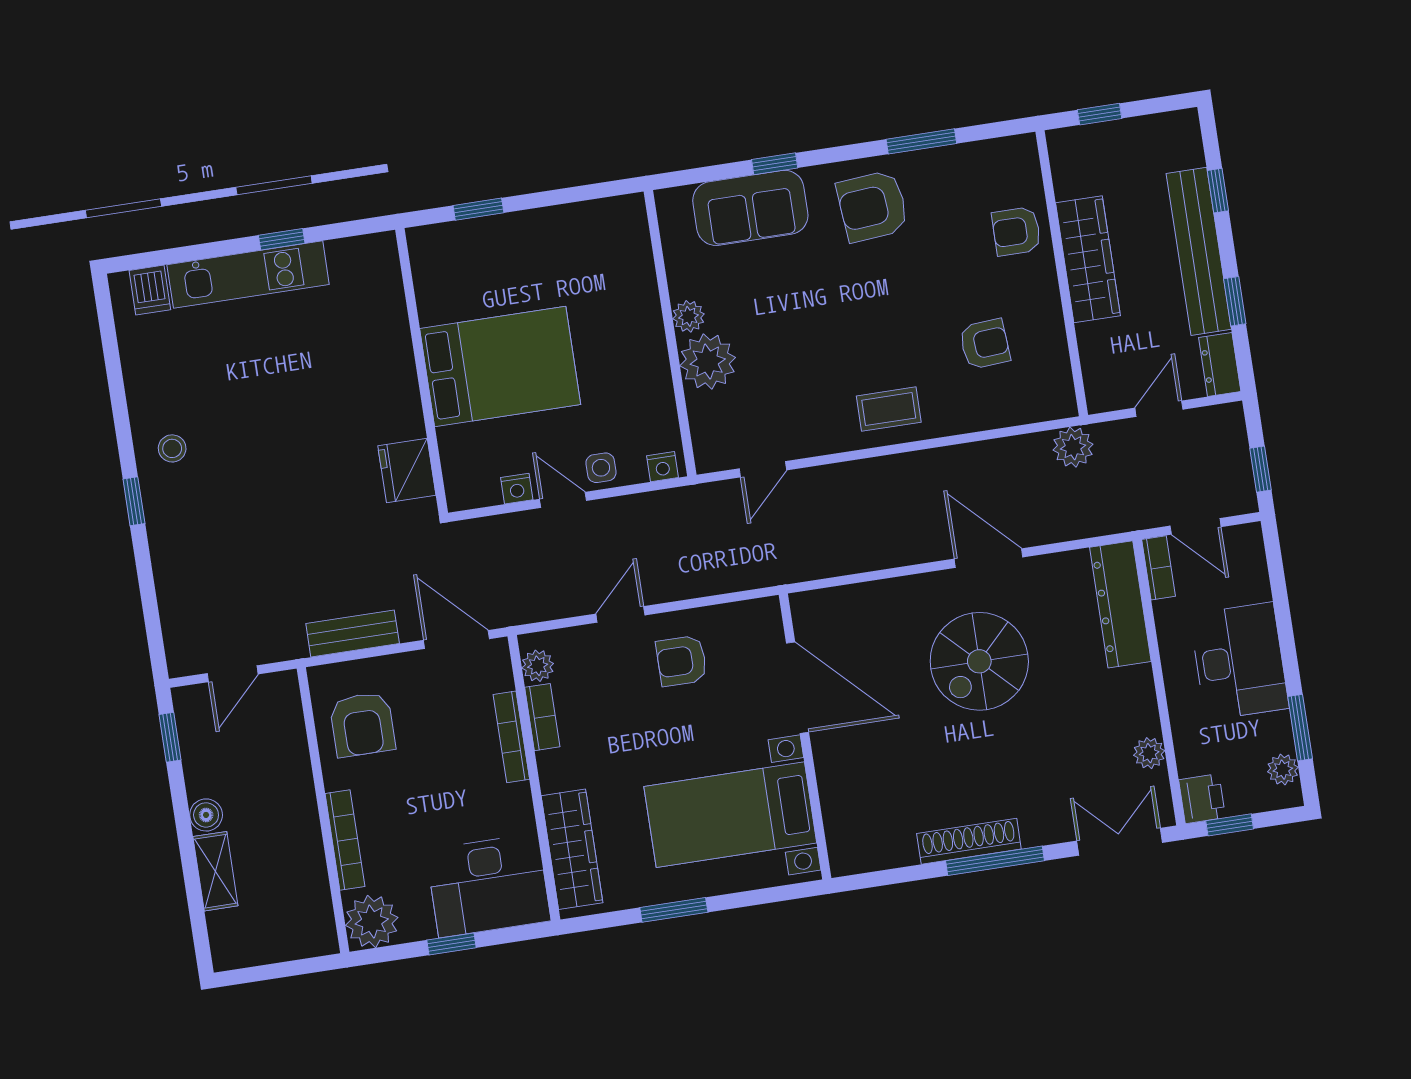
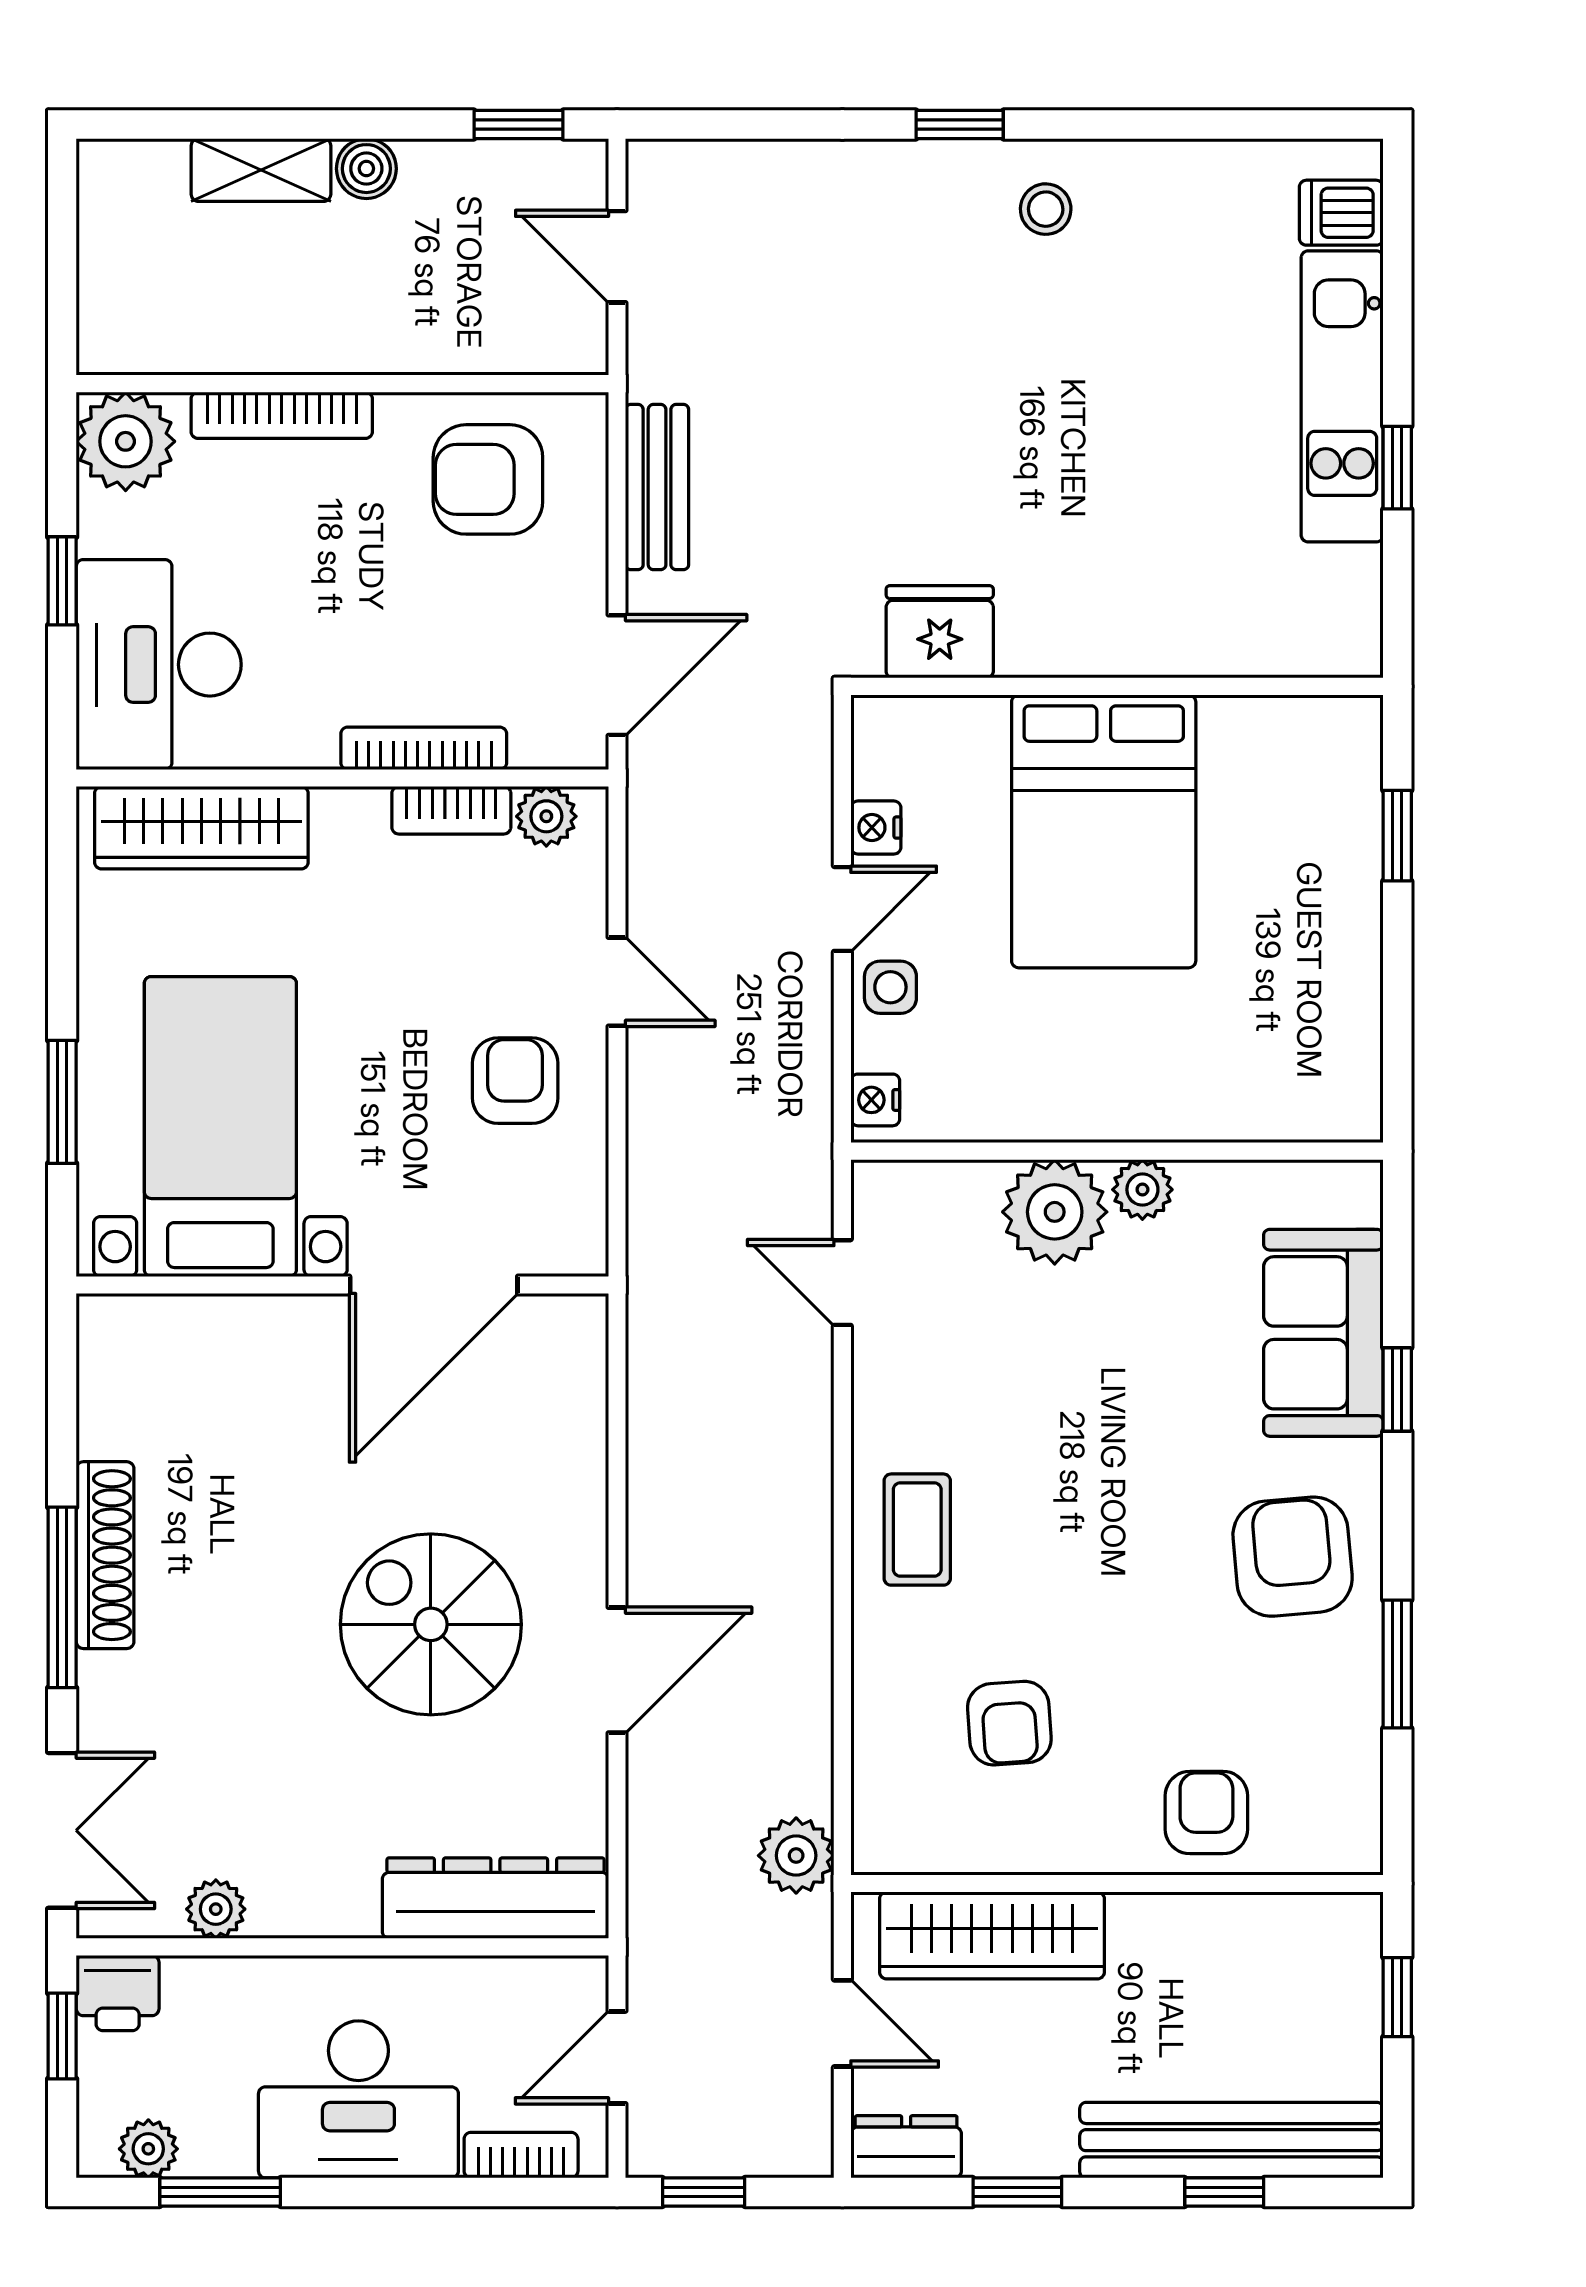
bench: (1199, 251) -> (1231, 2140), moved
wardrobe: (1088, 259) -> (992, 1935), moved
bookcase: (1159, 568) -> (521, 2155), moved, turned 180
window: (674, 910) -> (62, 1102), moved

